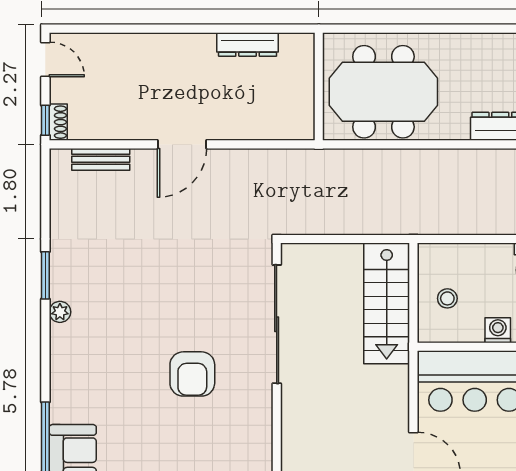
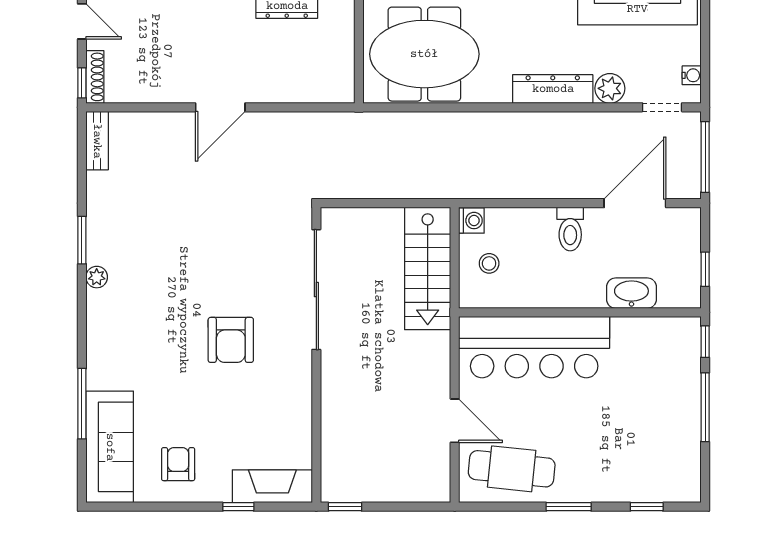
shoe rack: (58, 122) -> (95, 77), width x1.43
bench: (101, 159) -> (97, 141), moved, turned 90
washing machine: (498, 330) -> (471, 221), moved, turned 90

